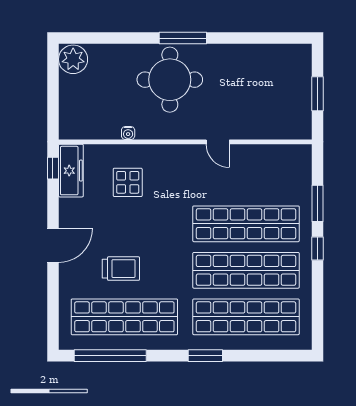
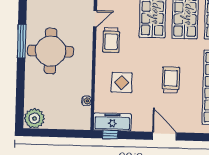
water cooler: (128, 133) -> (87, 101), moved
trolley: (188, 166) -> (111, 40), added
trolley: (121, 269) -> (171, 80), moved

